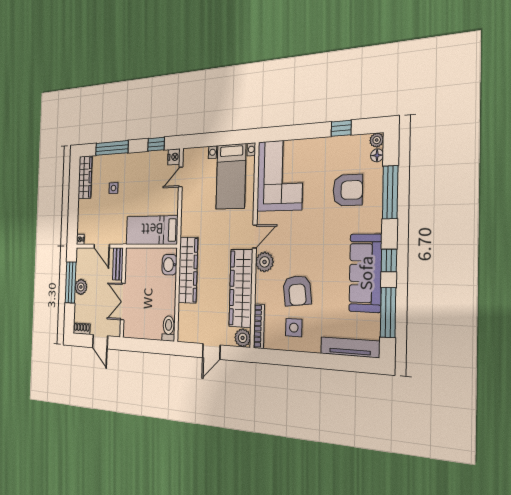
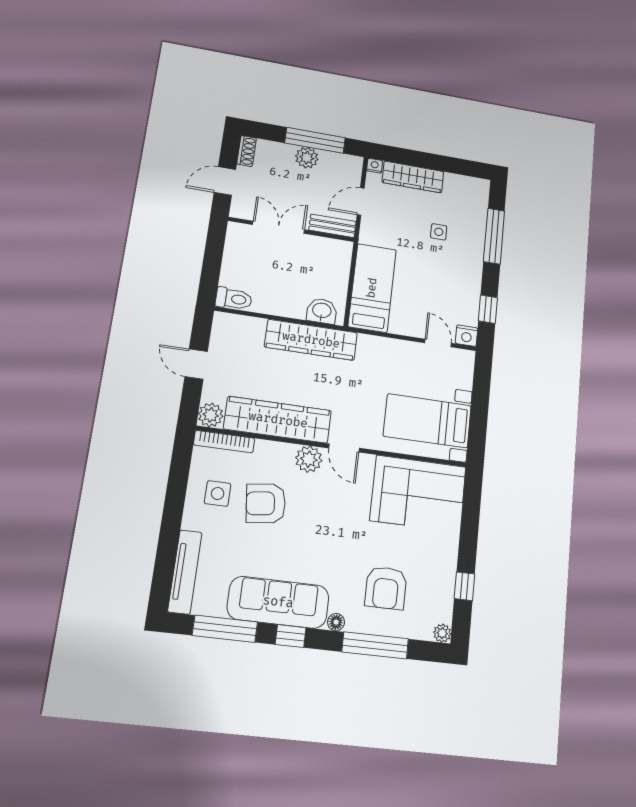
floor lamp: (377, 155) -> (336, 622), moved
wardrobe: (85, 177) -> (413, 177), moved

